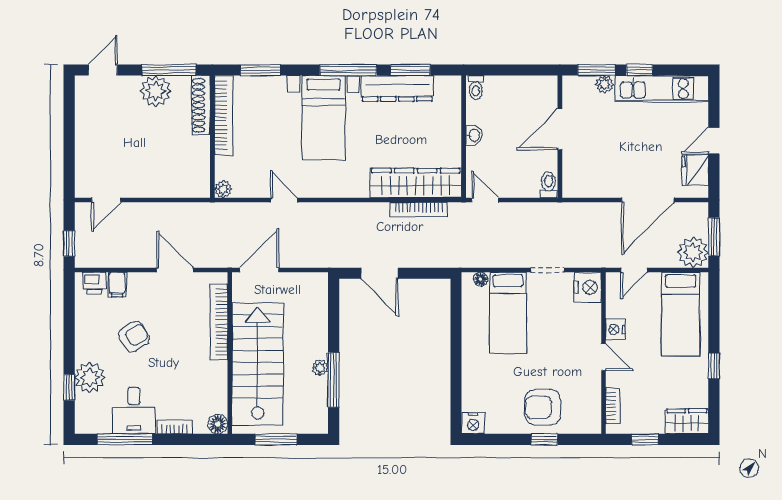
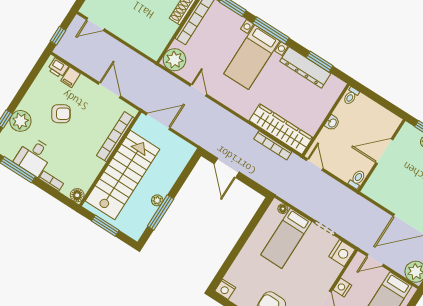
window: (348, 70) -> (271, 31), moved
plant: (223, 189) -> (174, 60), width x1.87, depth x1.87

